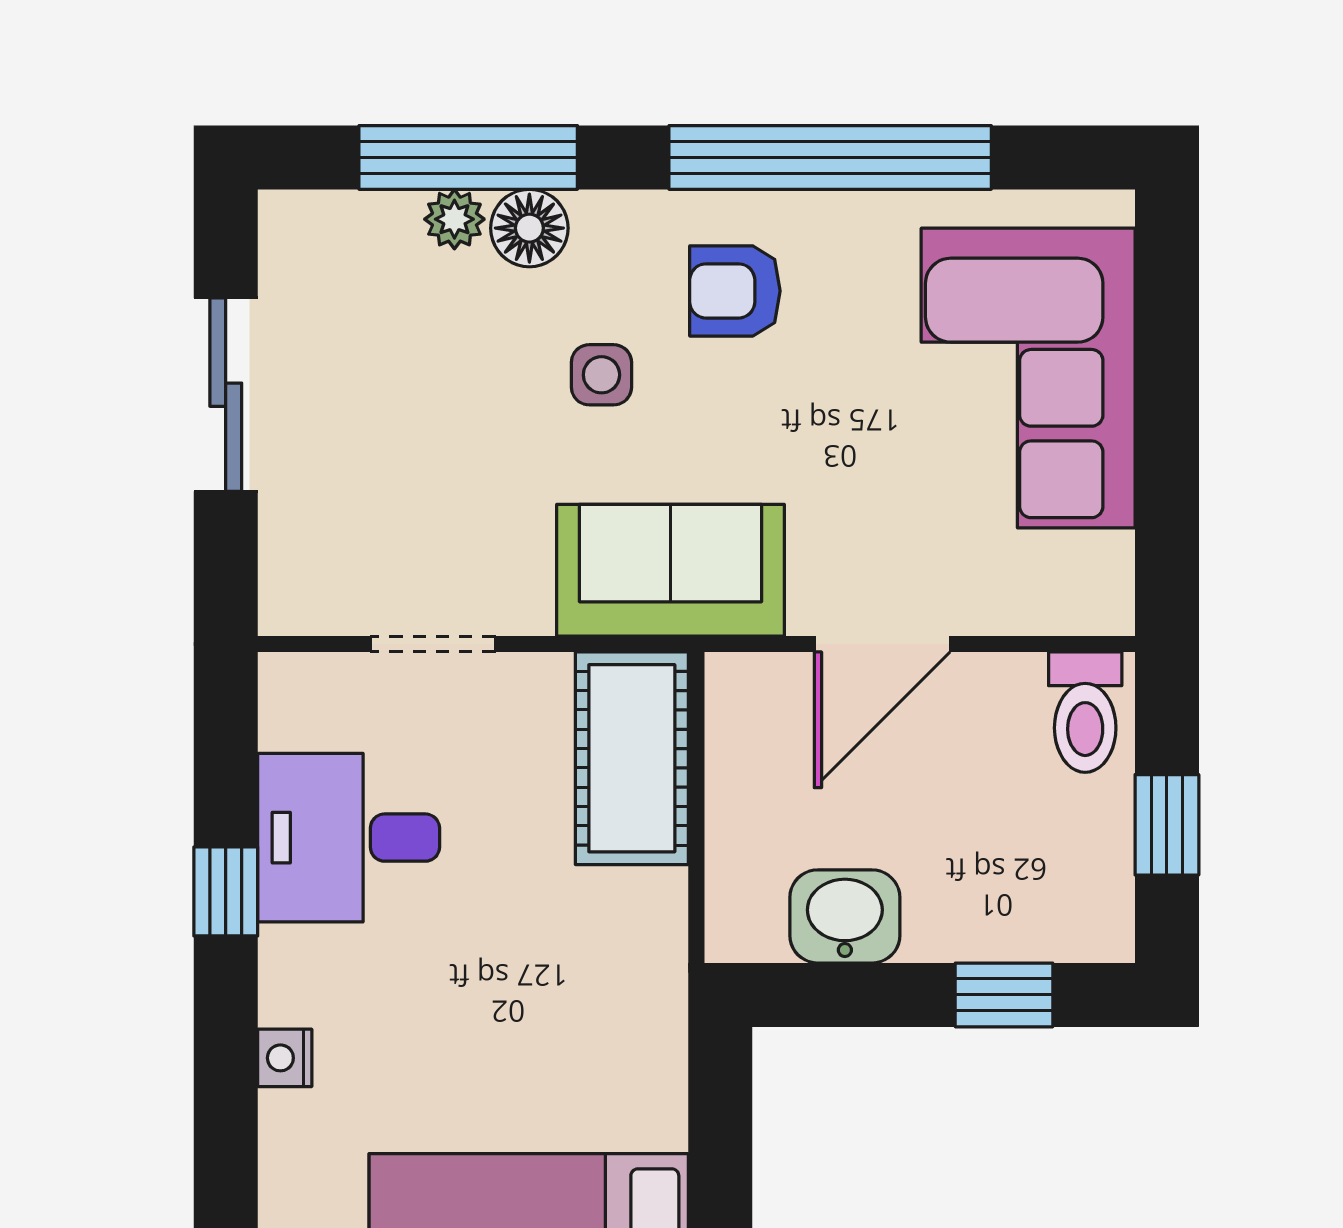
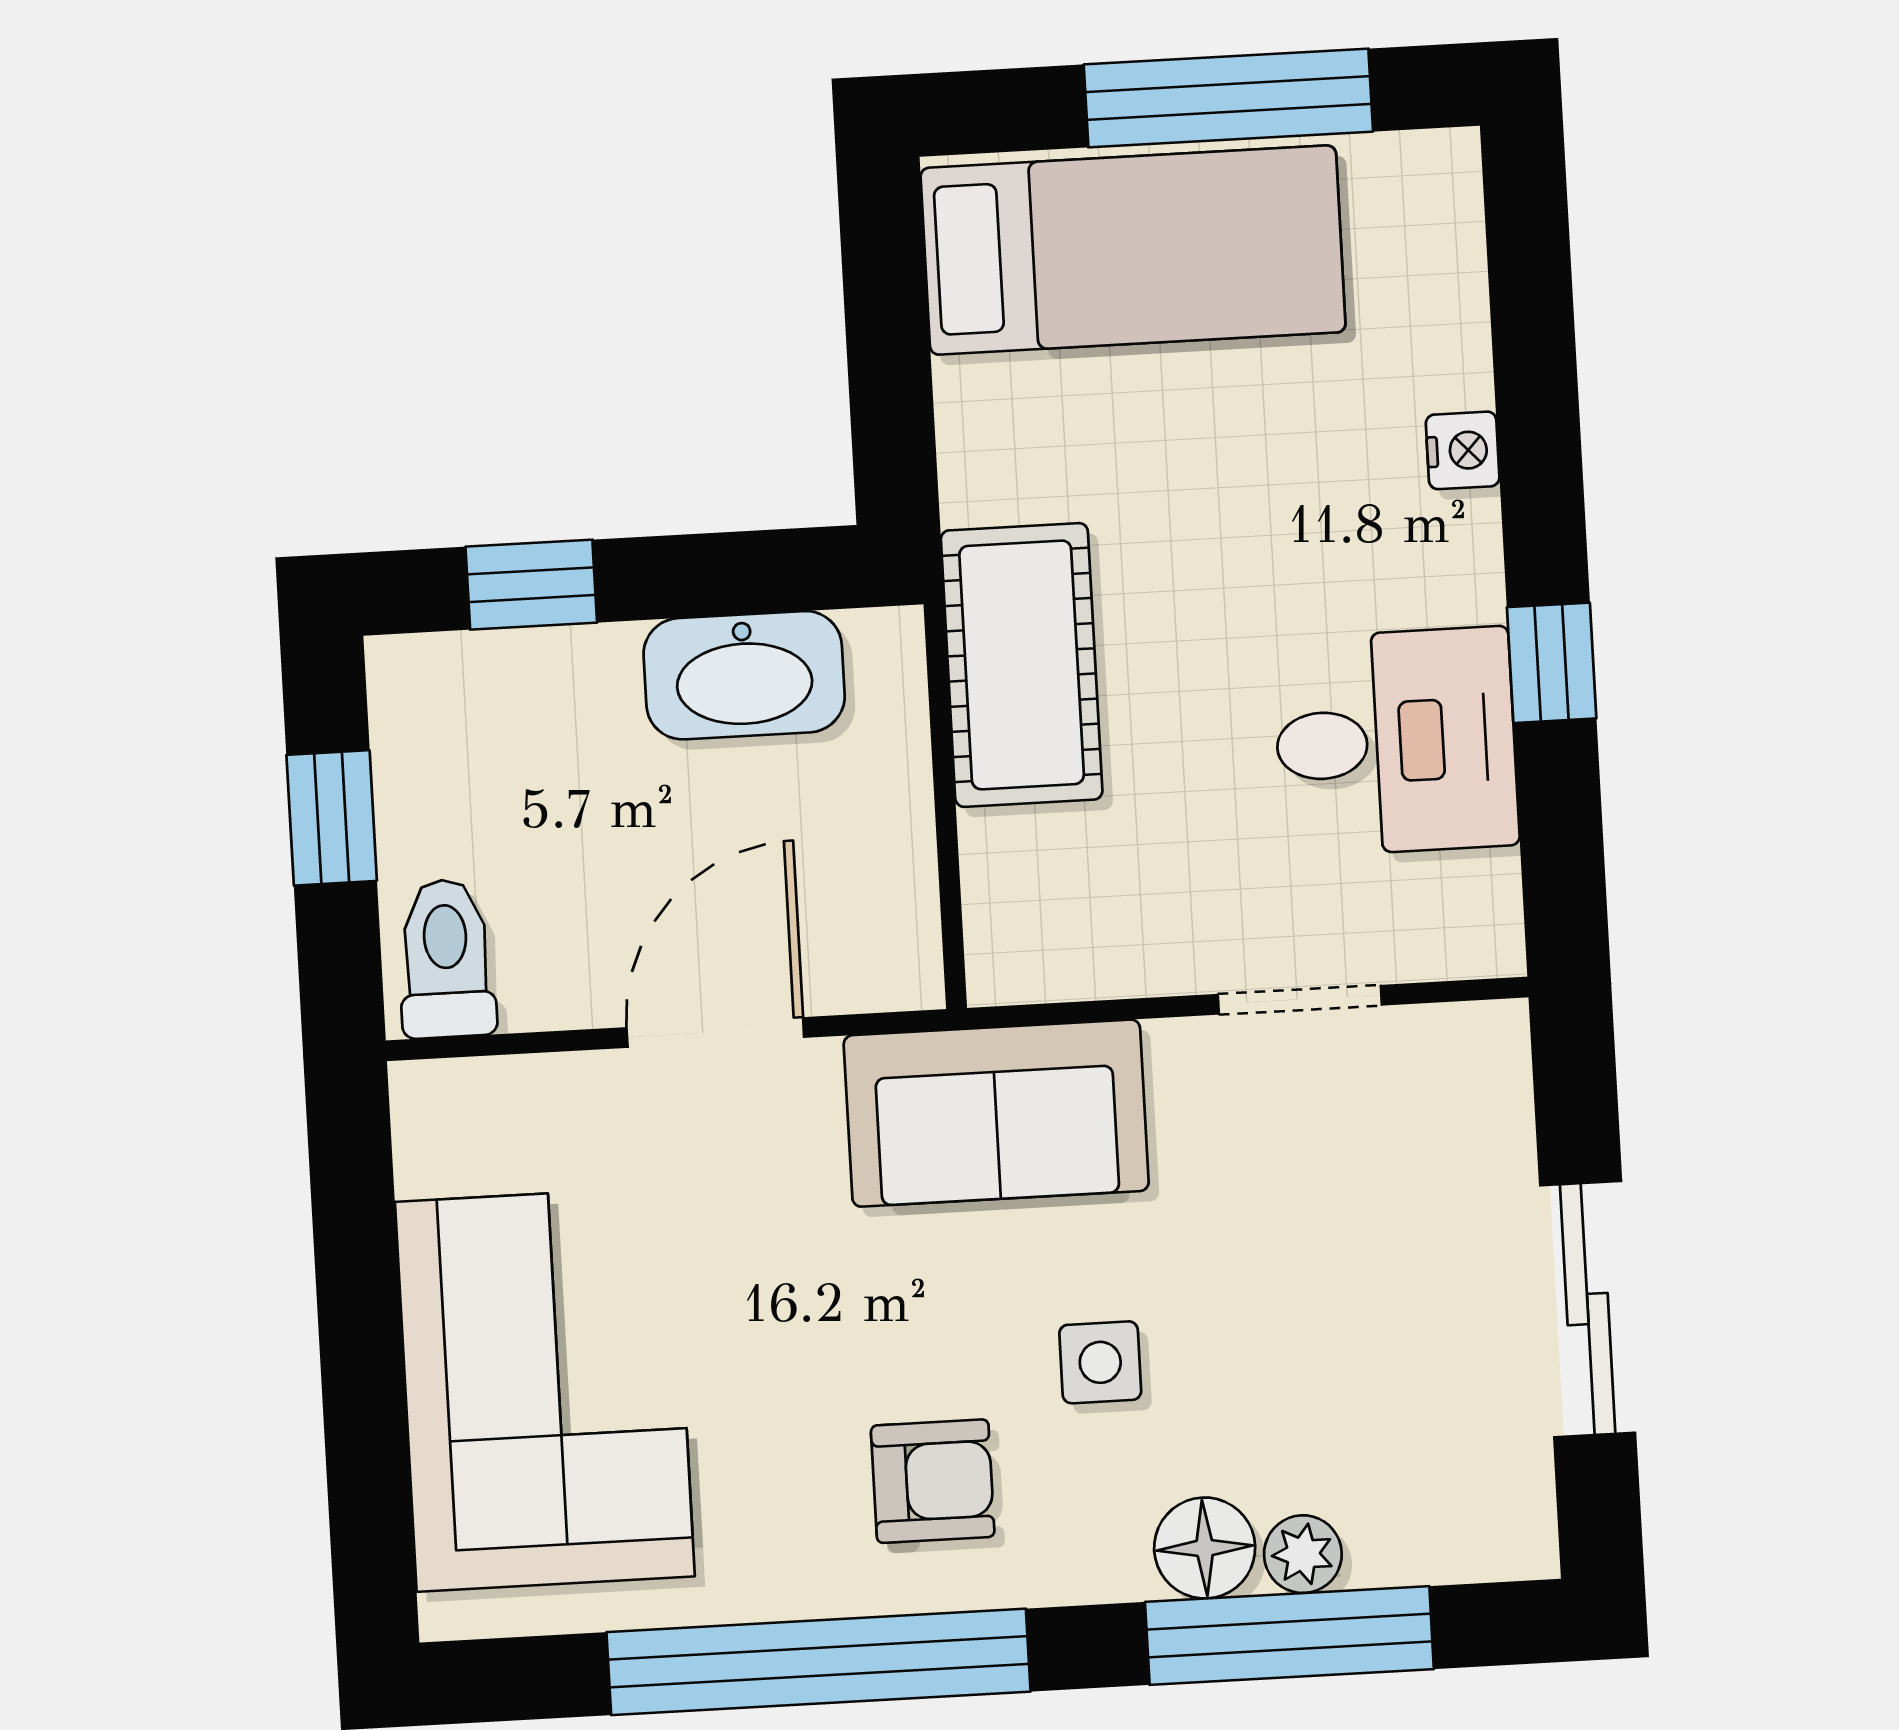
cot: (632, 758) -> (1022, 665), moved
washbasin: (845, 916) -> (744, 675), width x1.38

